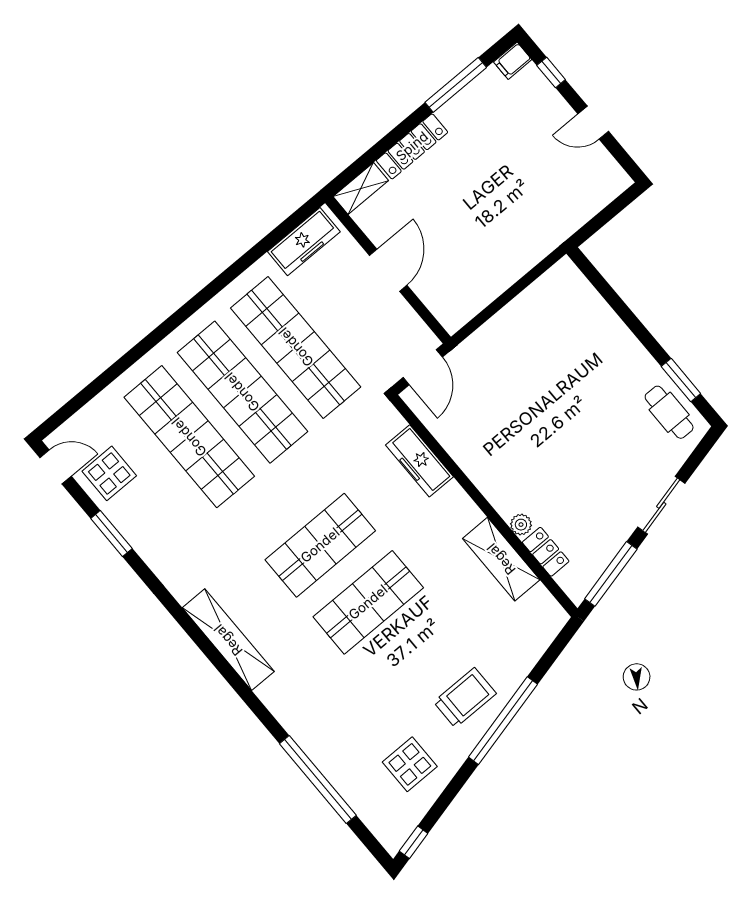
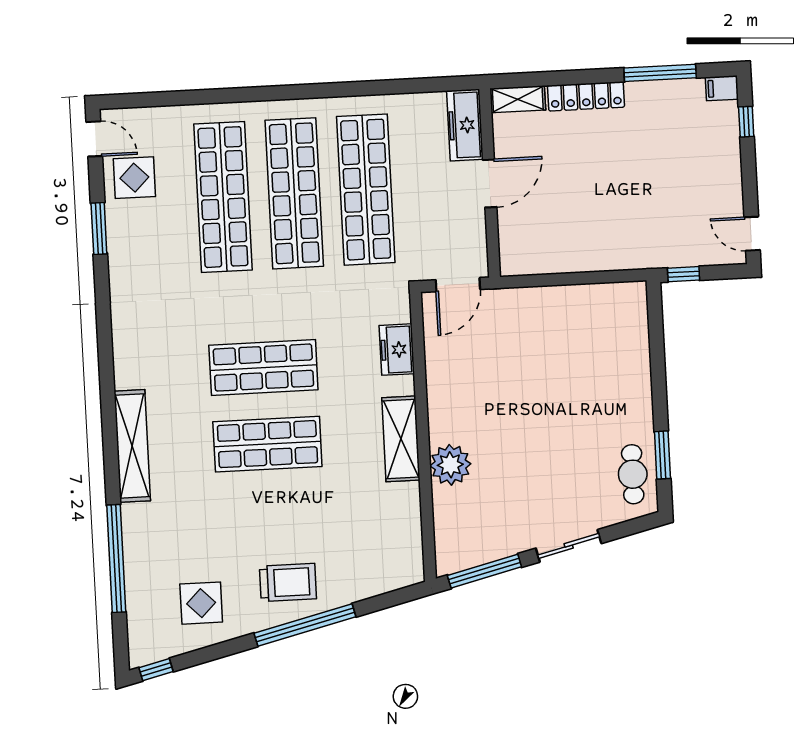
door: (593, 123) -> (752, 234), moved
window: (592, 227) -> (684, 274), added
freezer: (304, 242) -> (465, 125), moved, turned 90
freezer: (420, 461) -> (397, 350), width x0.71
plant: (521, 525) -> (450, 465), width x1.88, depth x1.88
locker: (546, 552) -> (445, 512), removed
shelving: (501, 559) -> (401, 439), moved
shelving: (228, 640) -> (132, 446), moved

